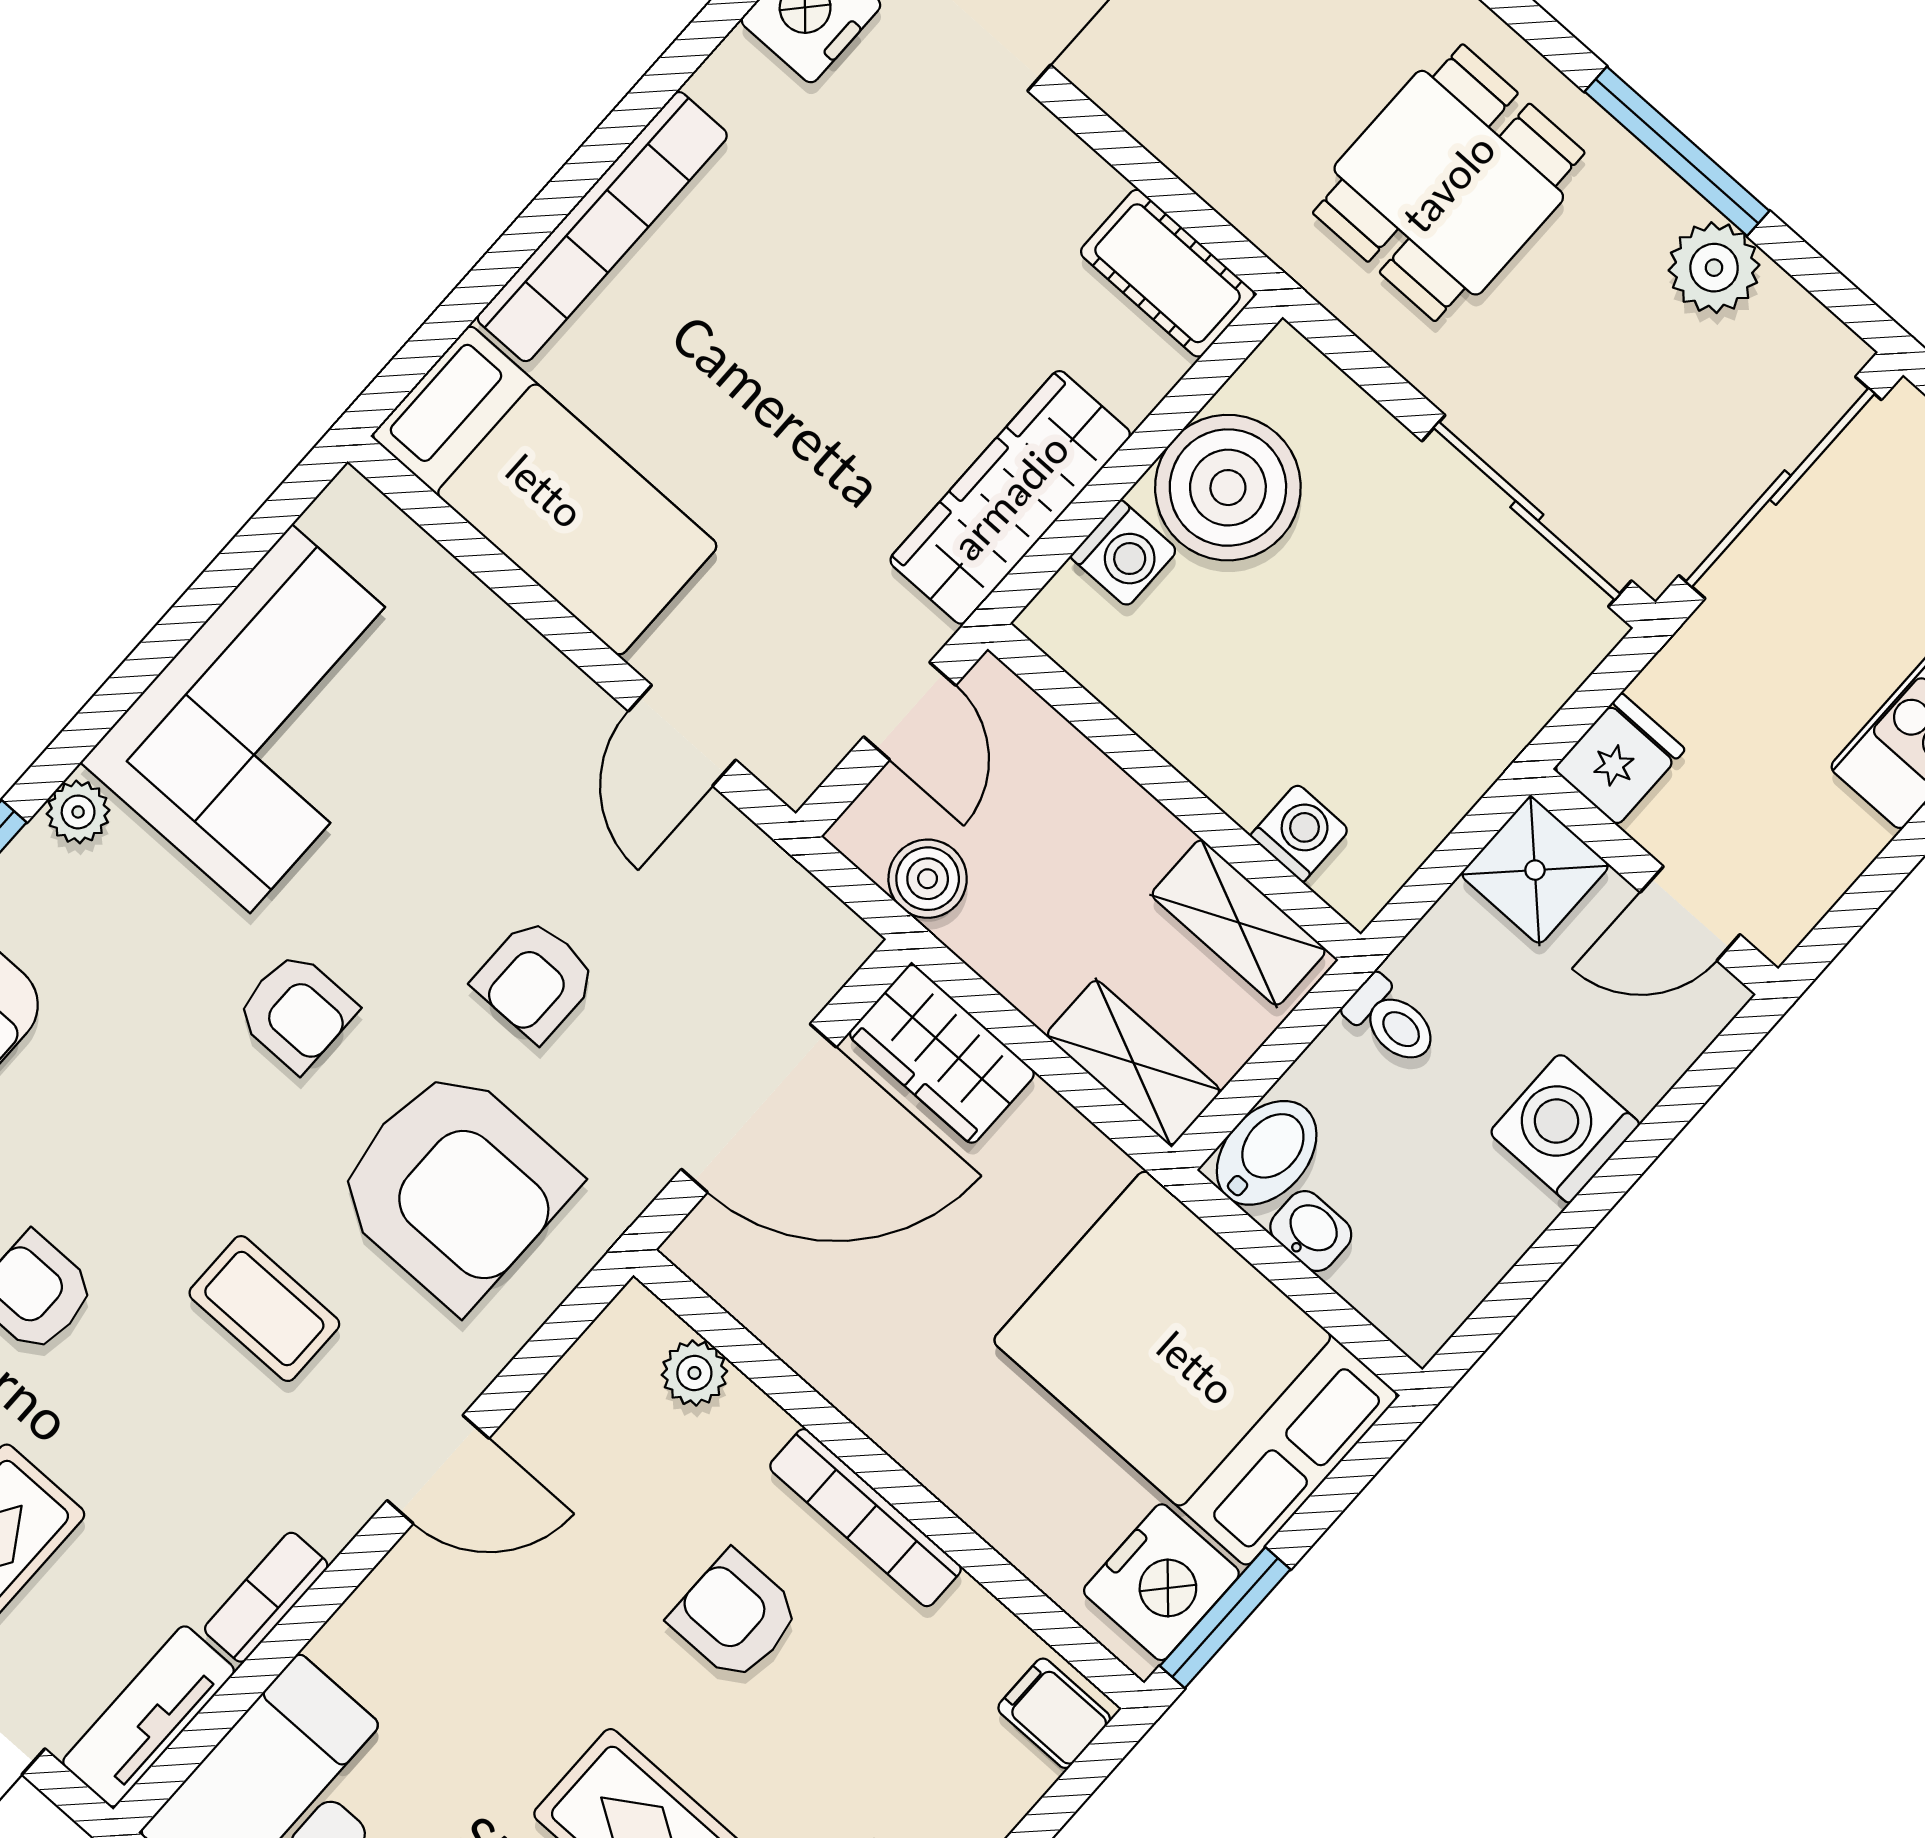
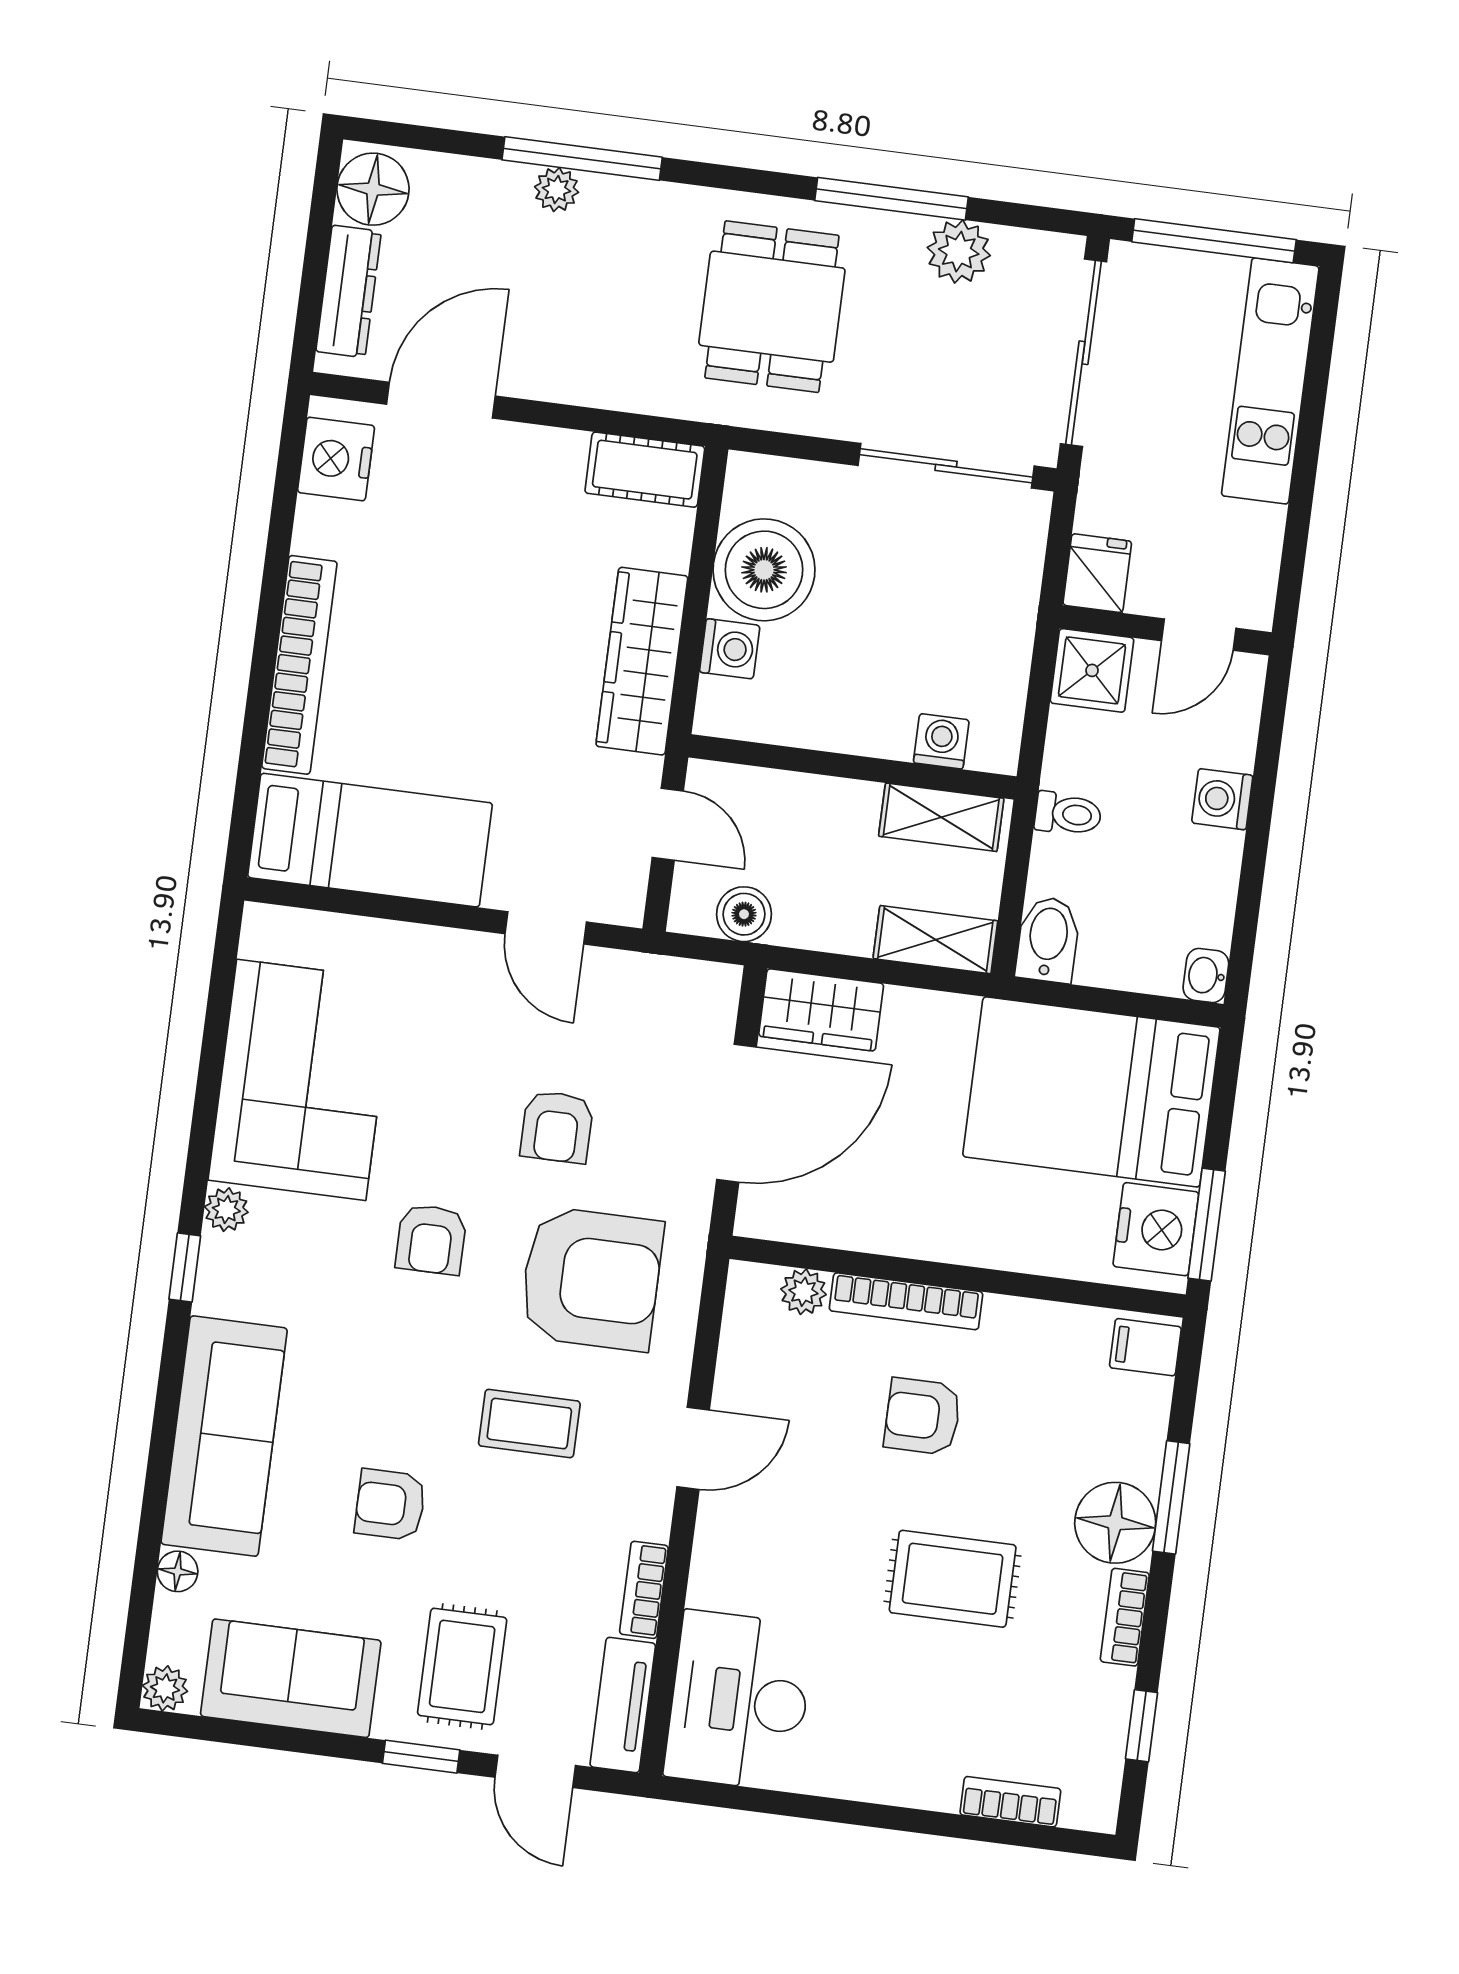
armchair: (296, 1012) -> (431, 1239), turned 90
washing machine: (1565, 1128) -> (1222, 799), width x0.73, depth x0.73
washbasin: (1311, 1231) -> (1206, 975), moved, turned -90
bookcase: (865, 1518) -> (906, 1301), moved

